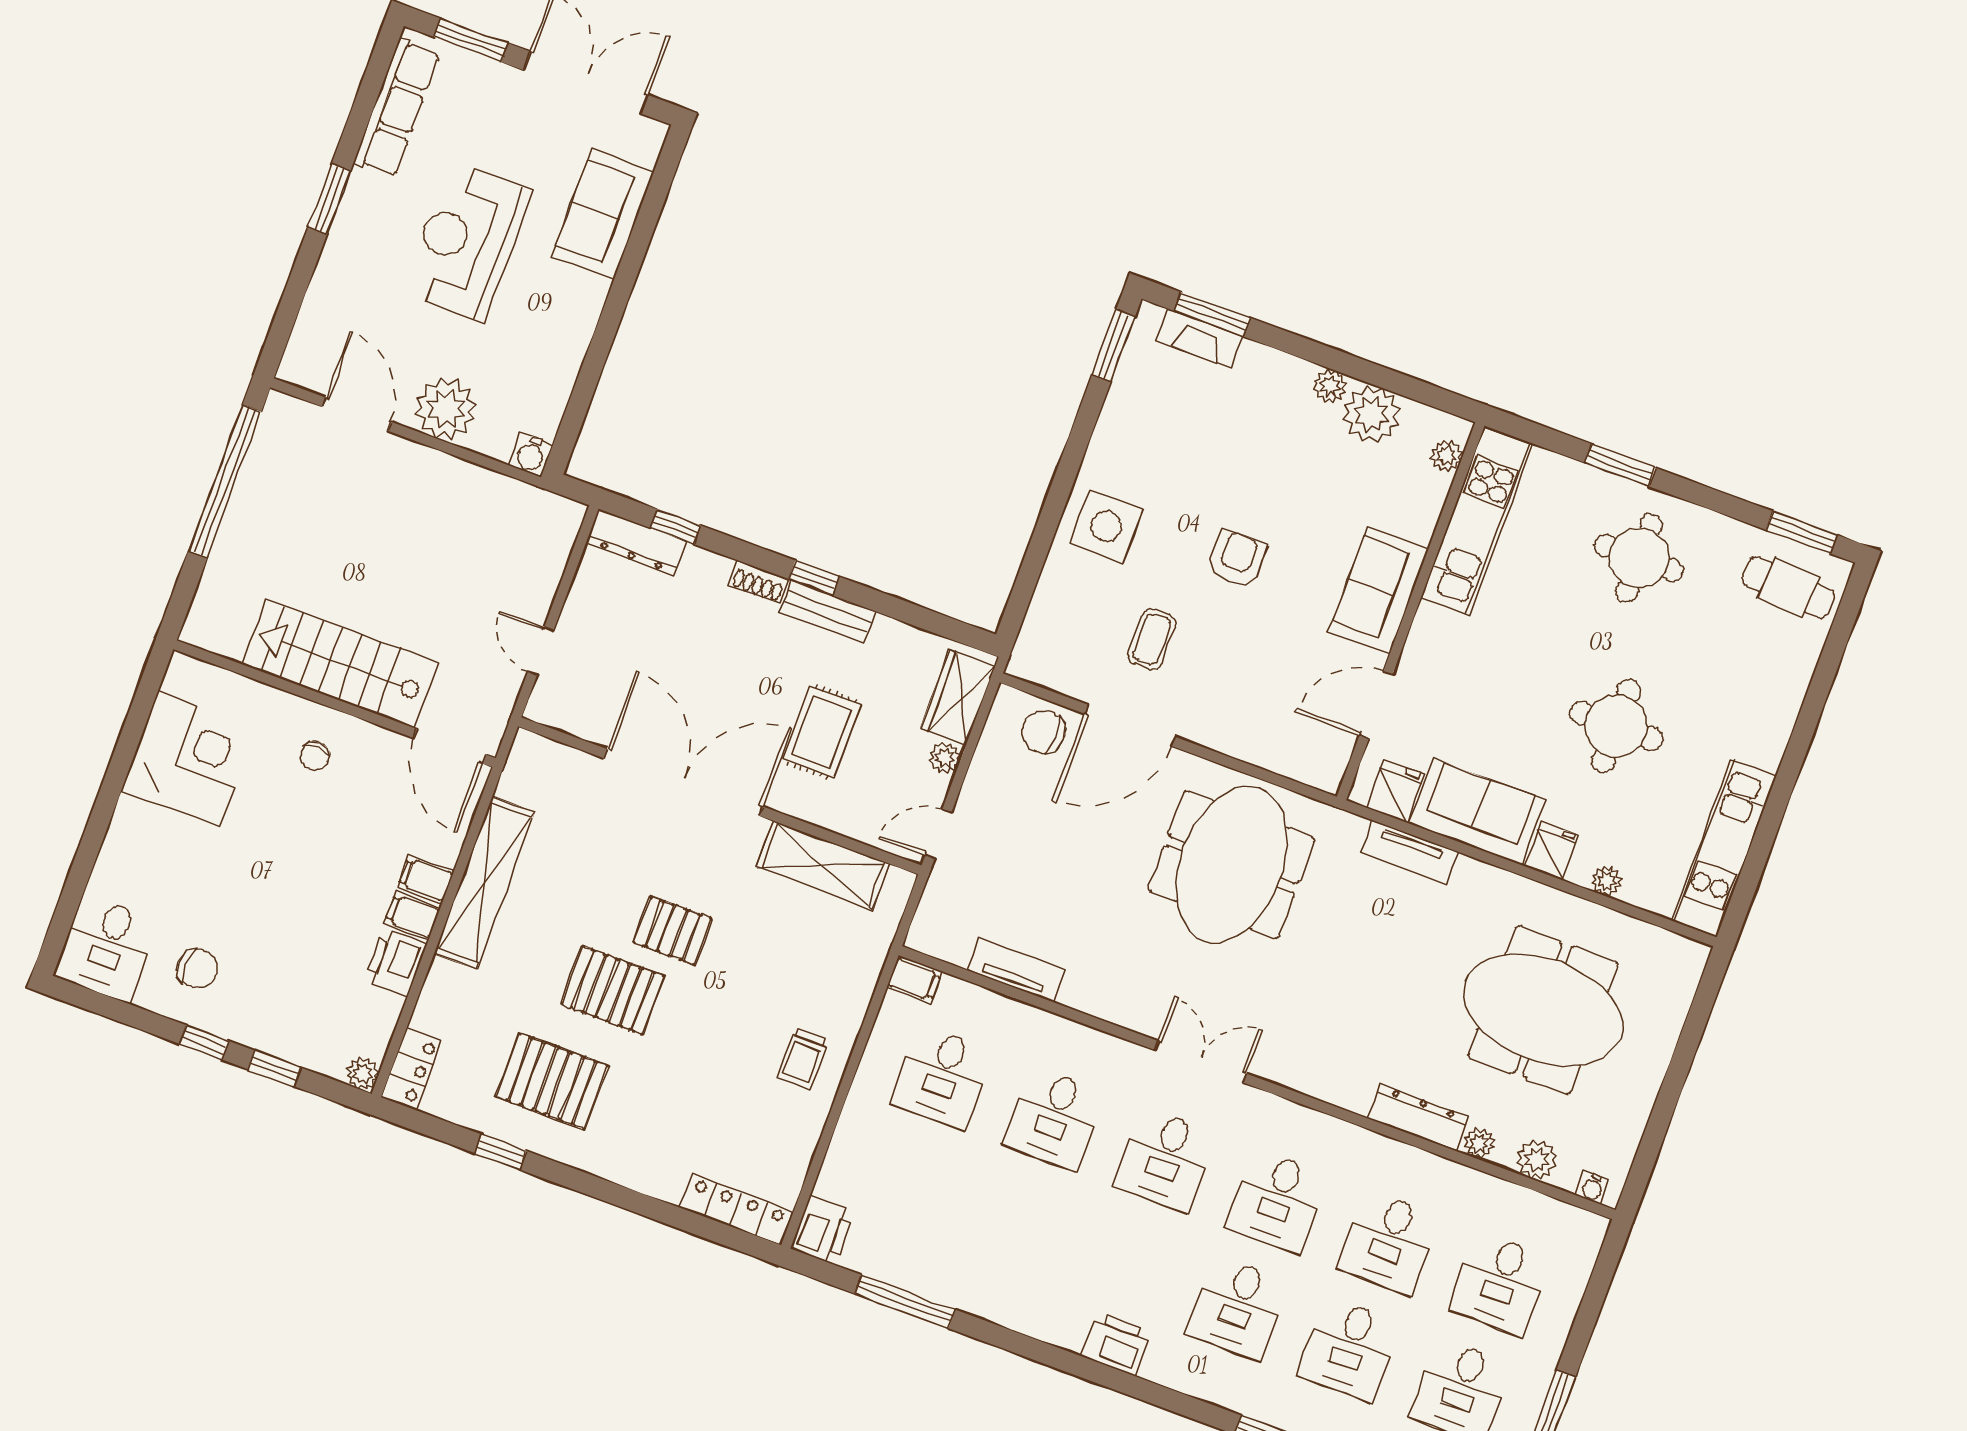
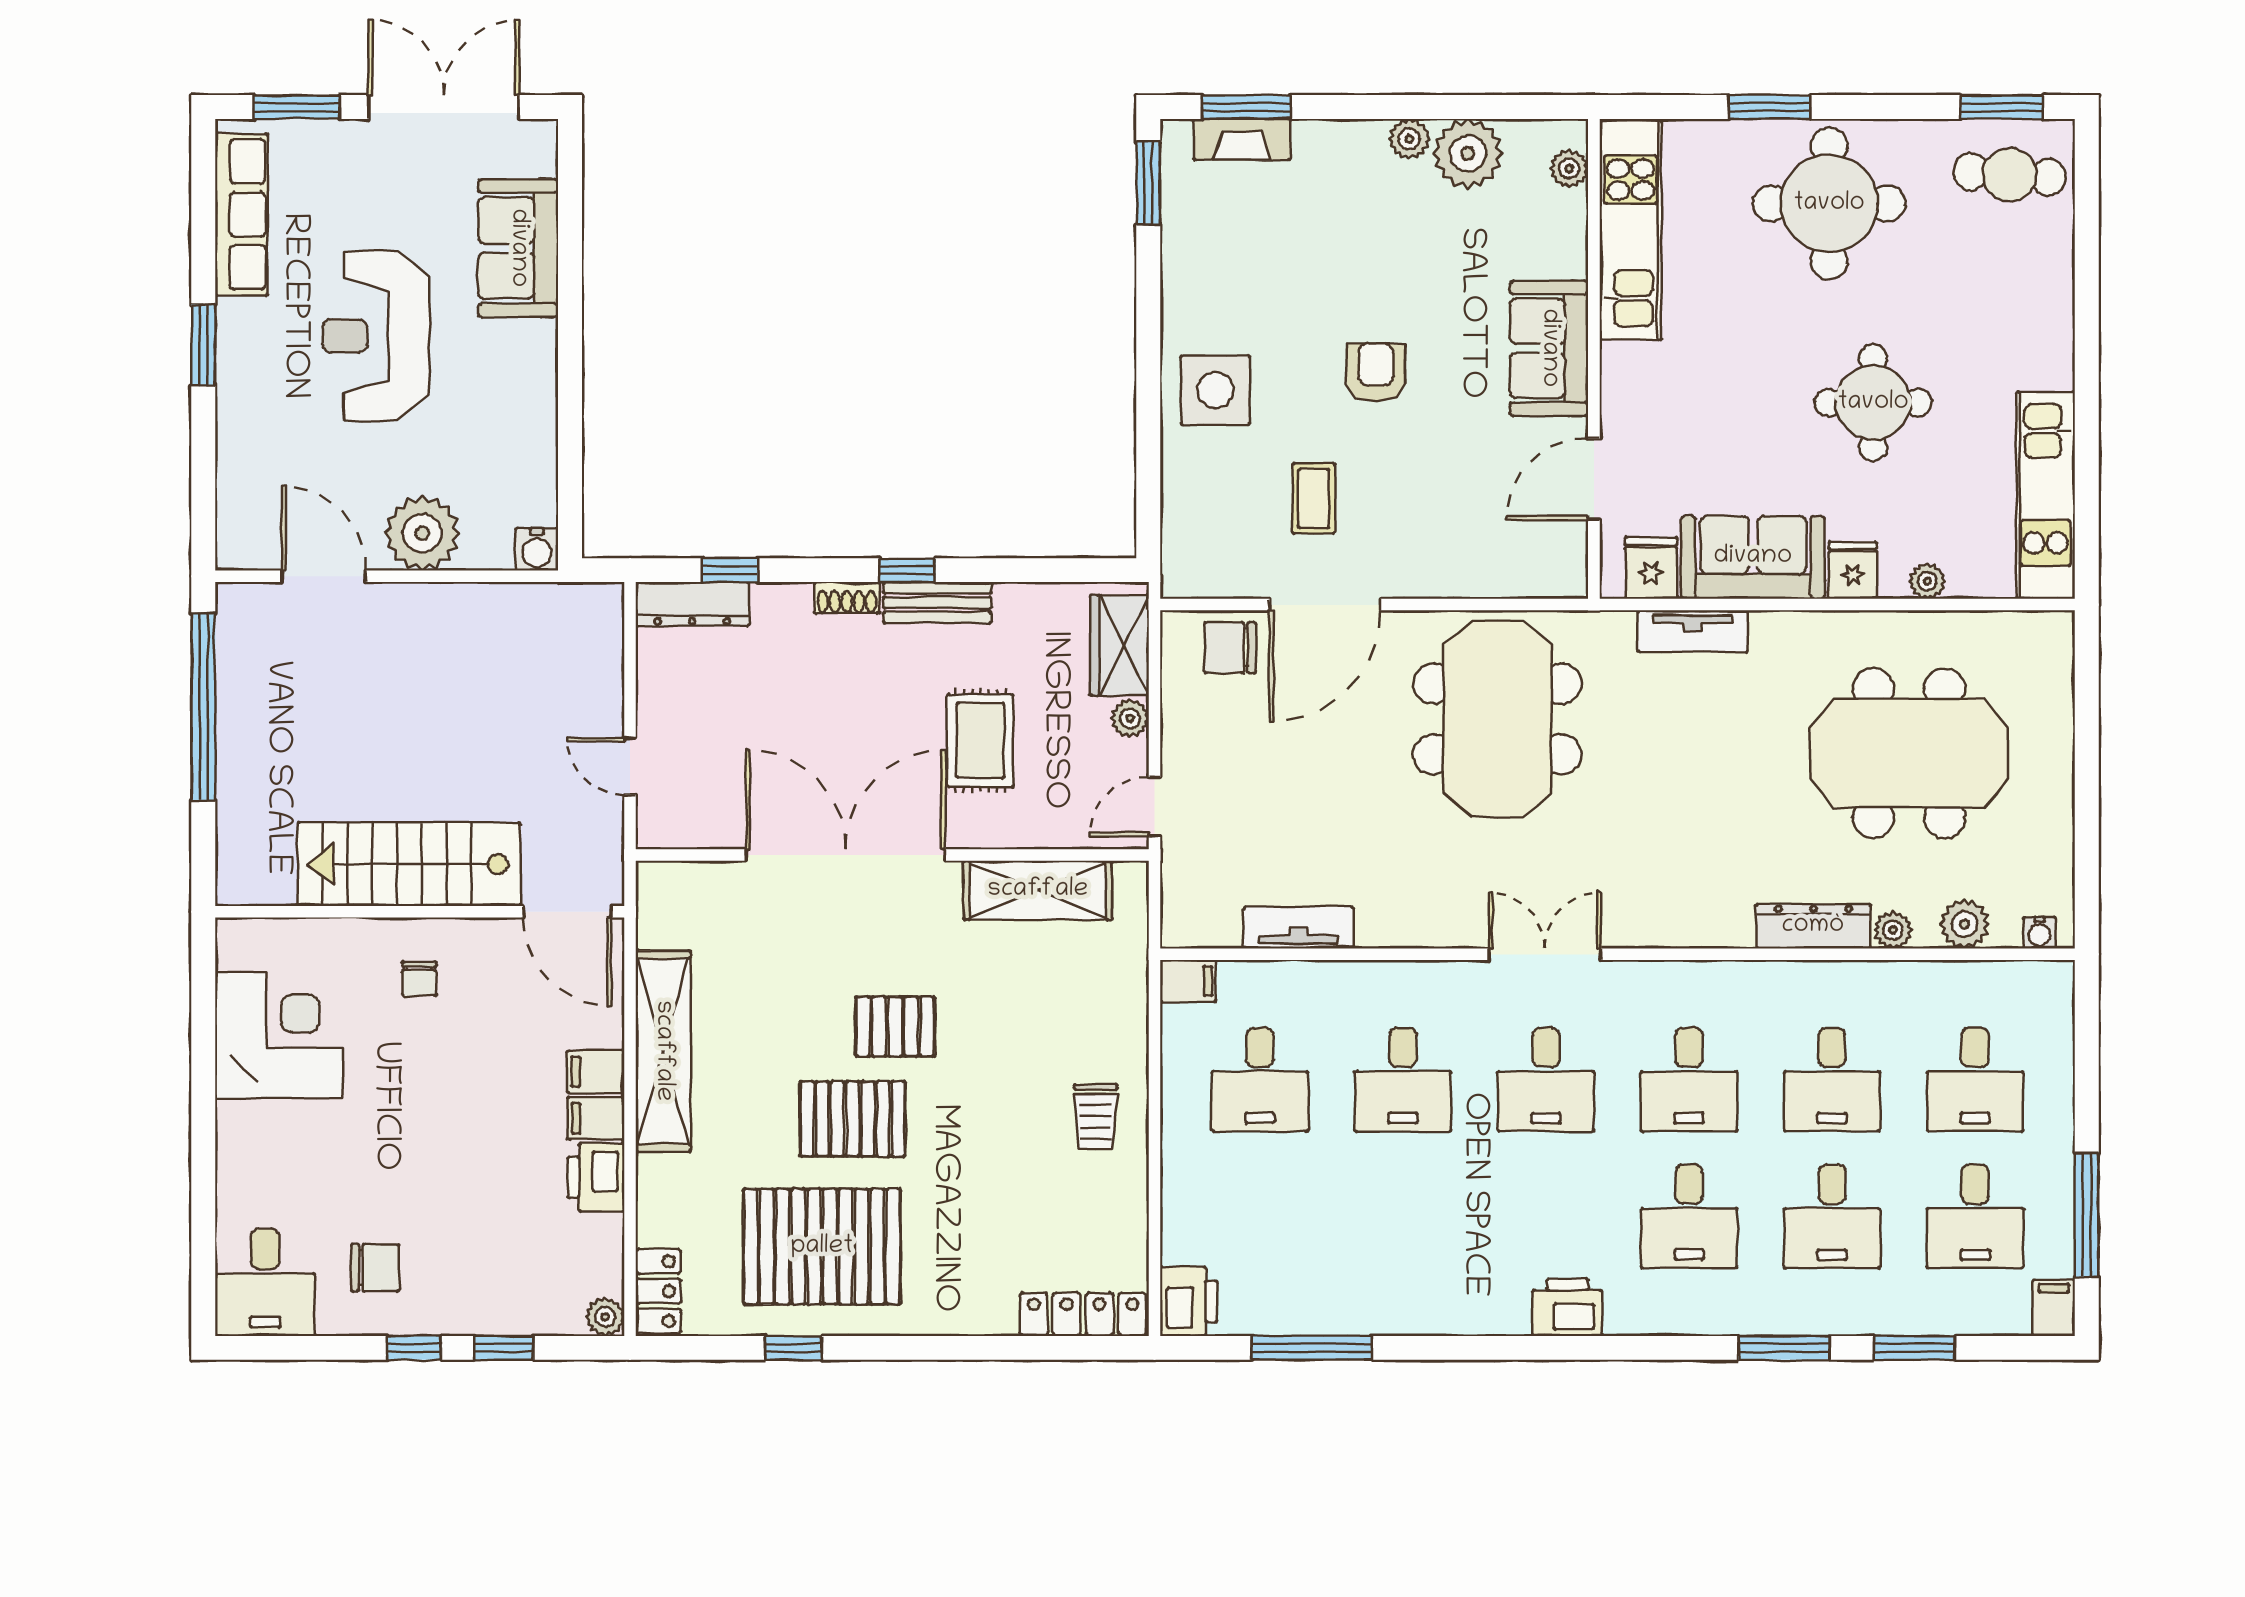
round table: (1639, 558) -> (1829, 204), width x1.36, depth x1.36
pallet: (552, 1081) -> (822, 1247), width x1.37, depth x1.41

